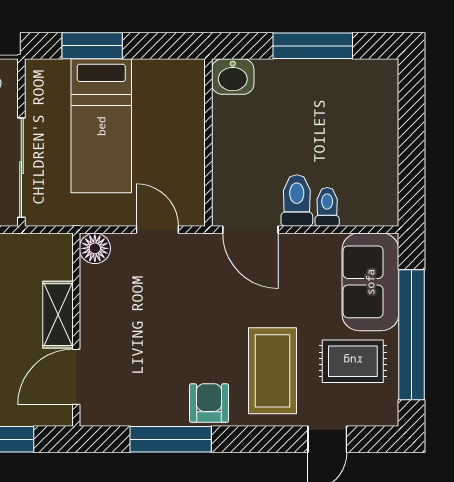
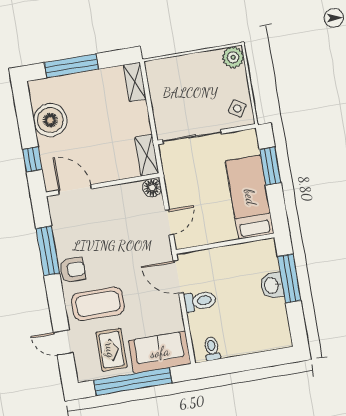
window: (313, 46) -> (289, 278), moved
washbasin: (233, 77) -> (272, 285), moved
bed: (101, 126) -> (250, 197), moved, turned 90
toilet: (327, 207) -> (212, 349), moved, turned -90
door: (250, 230) -> (178, 277), hinge flipped
shelving: (58, 315) -> (147, 155), moved, turned 90

